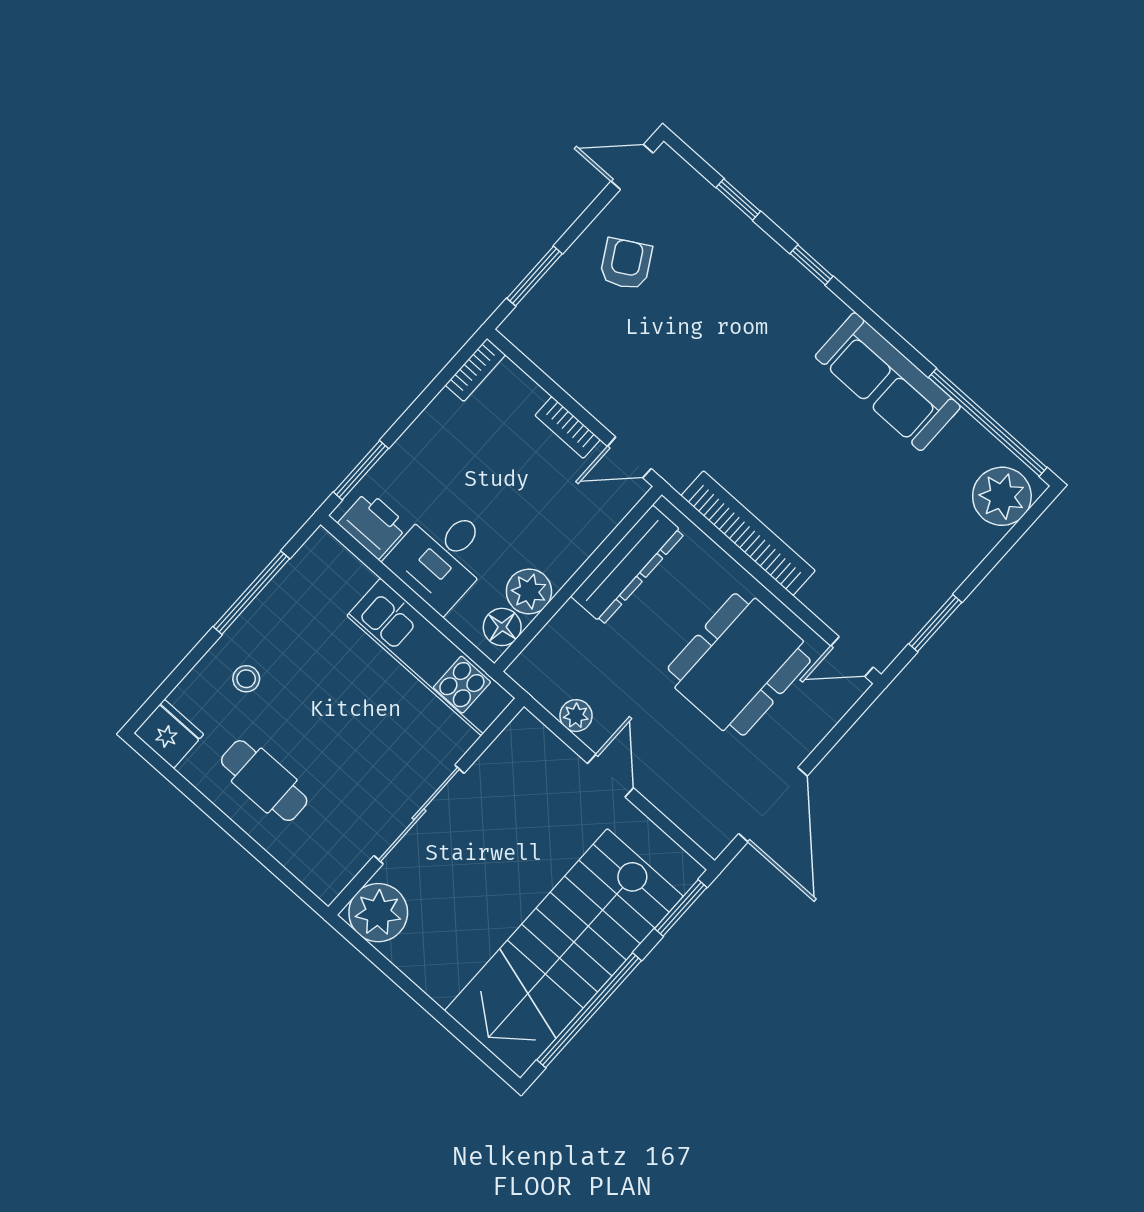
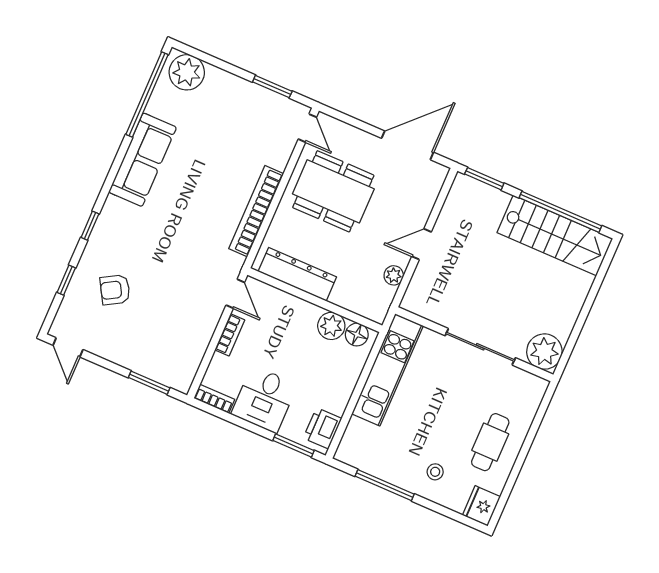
armchair: (626, 264) -> (115, 290), moved
desk: (442, 557) -> (264, 399), moved, turned 90
stairs: (564, 953) -> (555, 236), width x0.73, depth x0.66

